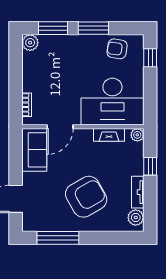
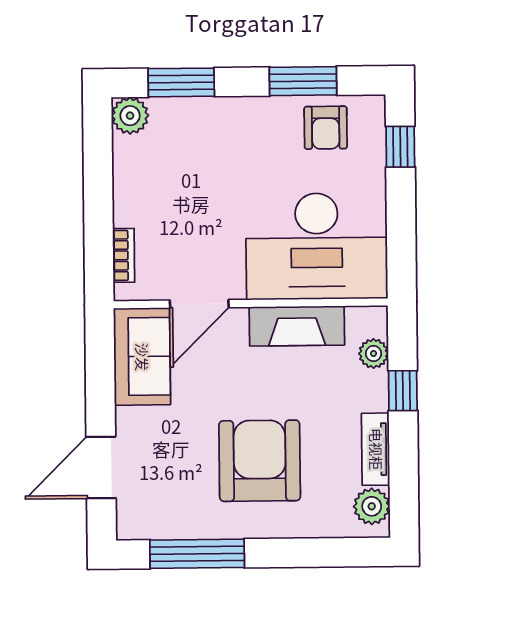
window: (93, 28) -> (303, 81), moved
armchair: (117, 49) -> (326, 128), turned -99
fireplace: (109, 135) -> (297, 326), width x1.37, depth x1.32
plant: (137, 135) -> (374, 353), moved
armchair: (86, 197) -> (260, 461), turned -60

